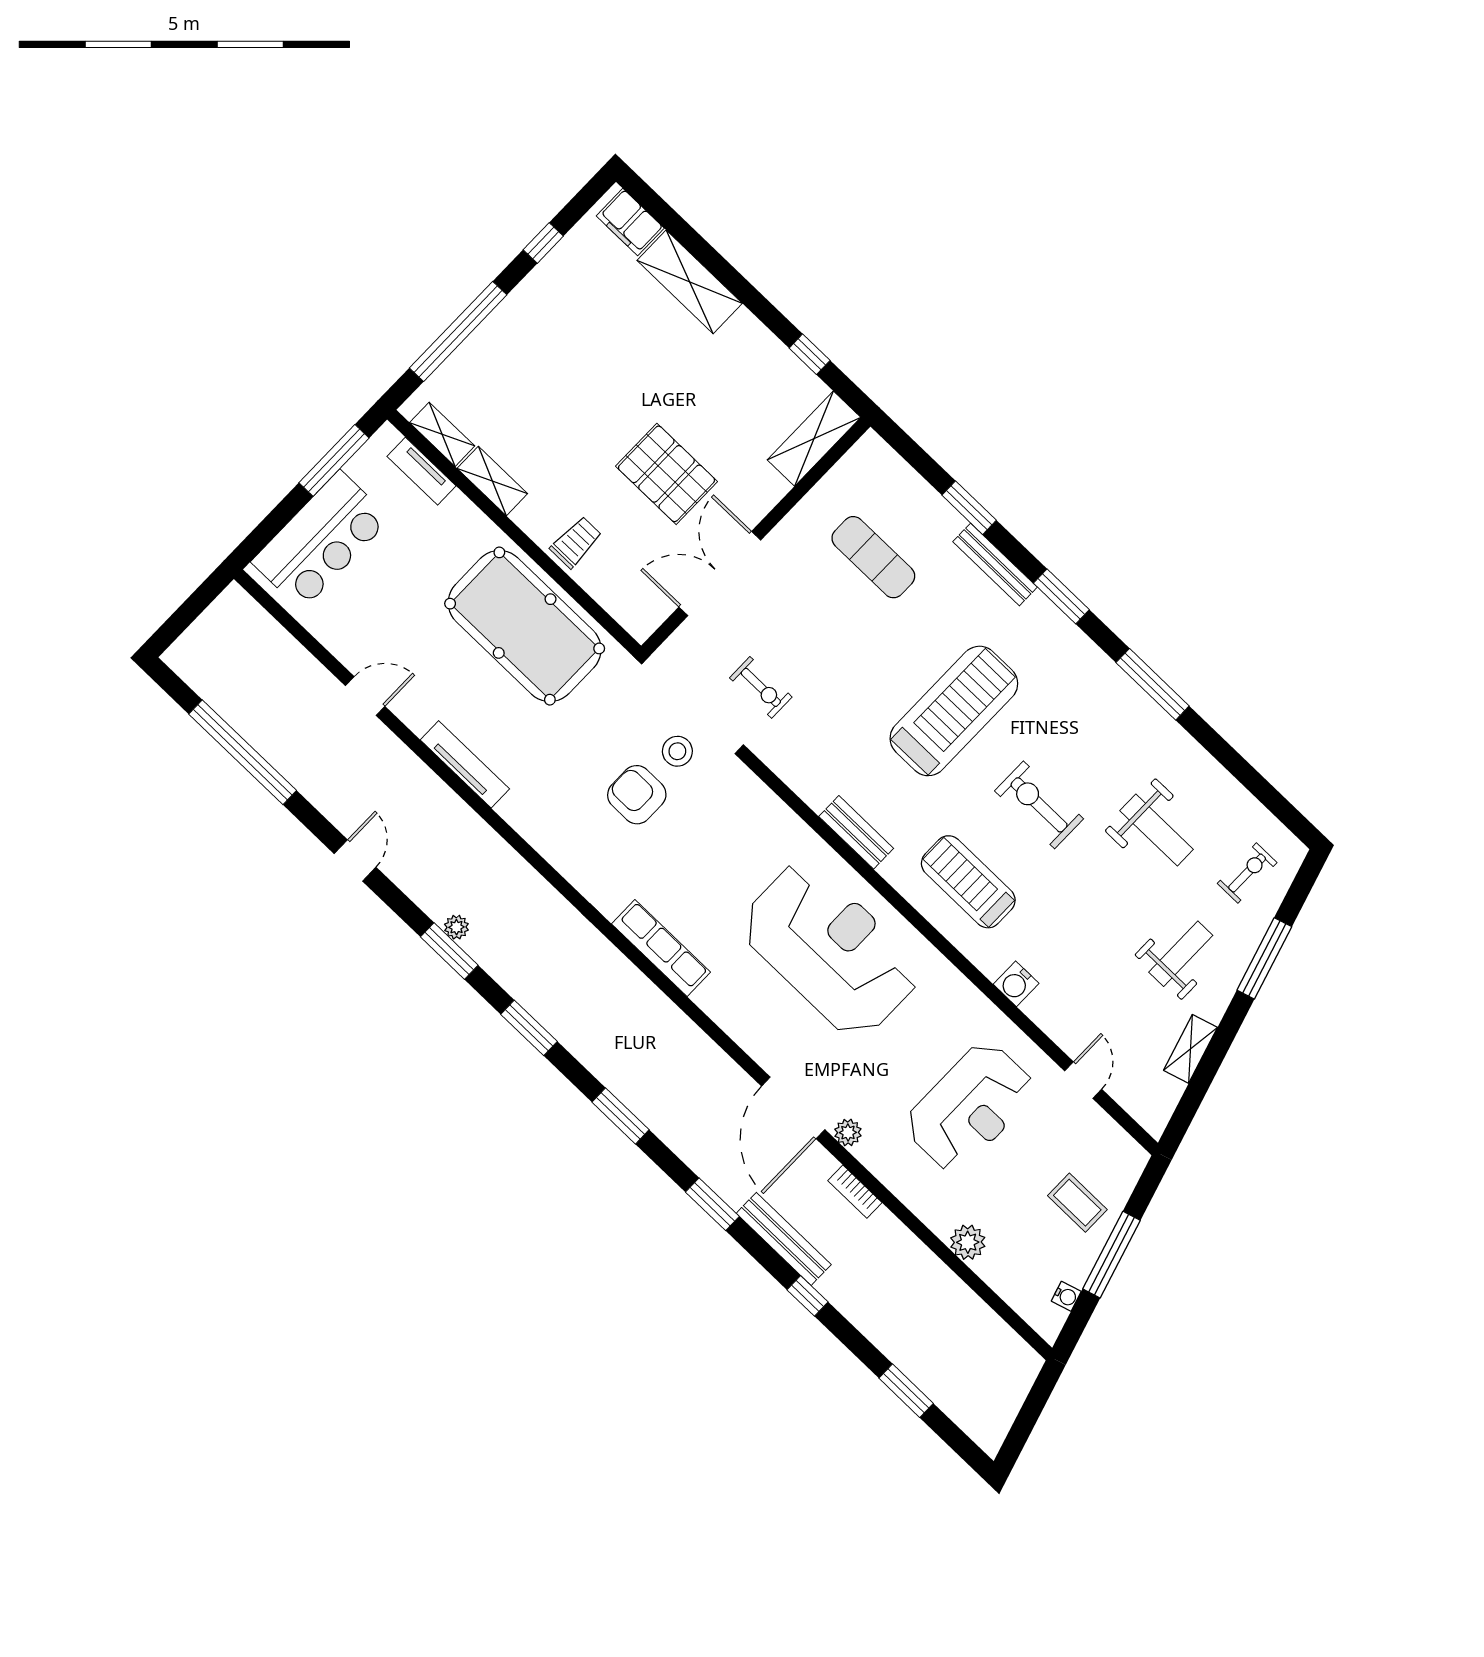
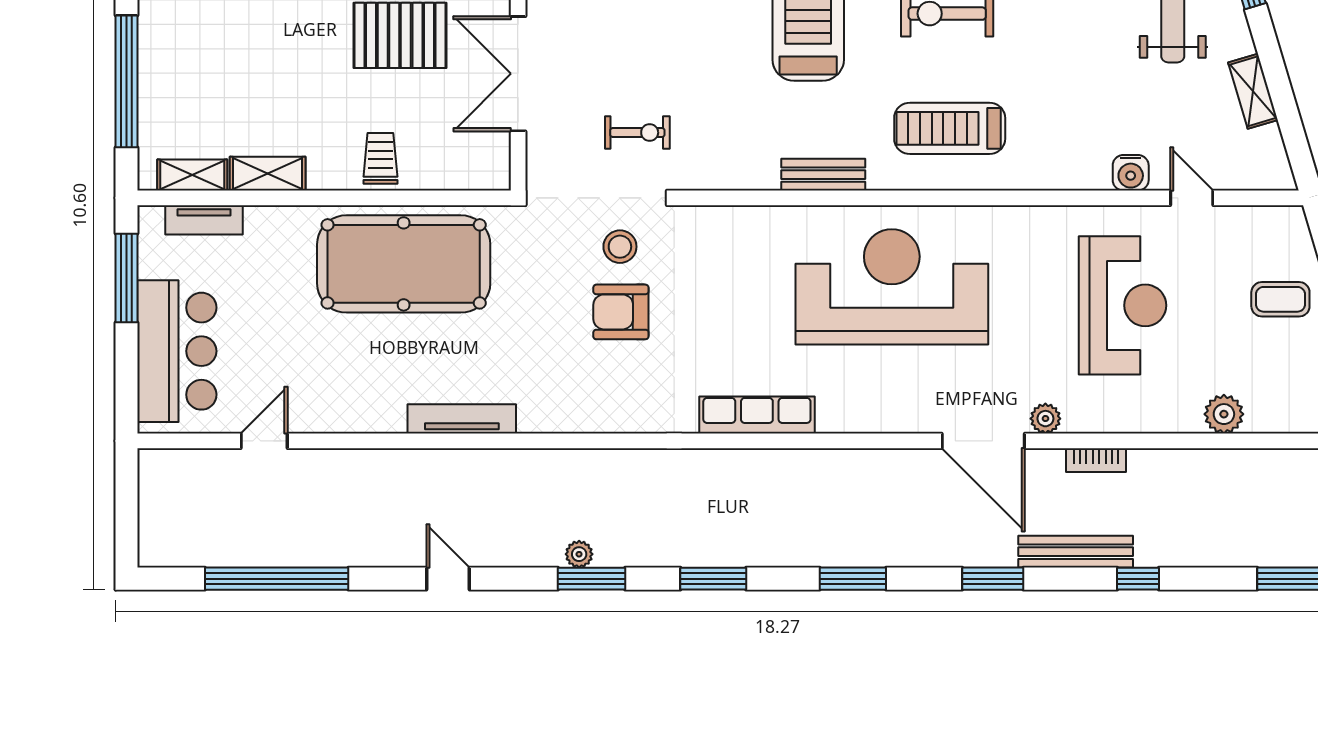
door: (365, 696) -> (264, 441), moved
water cooler: (1016, 984) -> (1131, 173), moved

